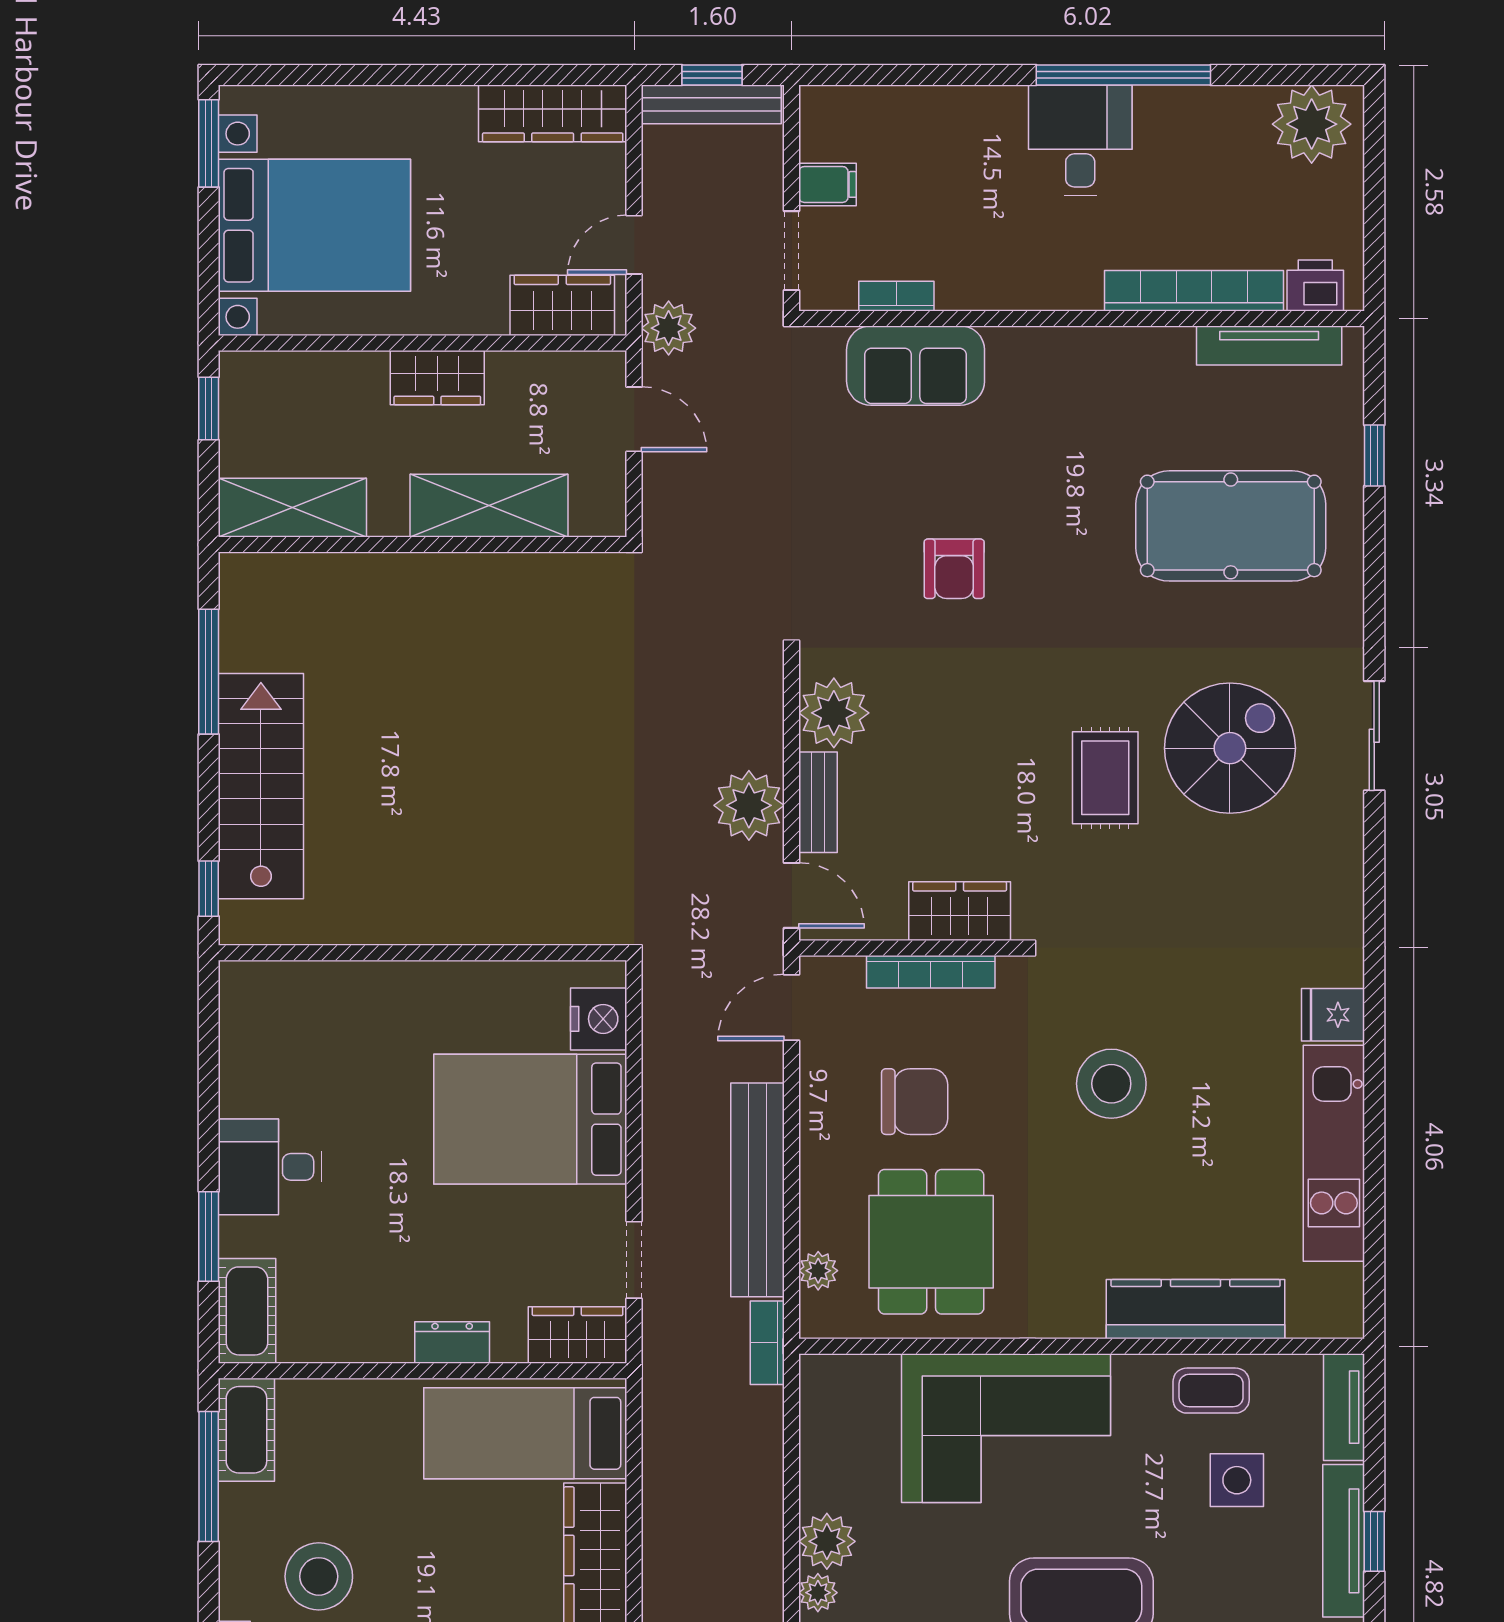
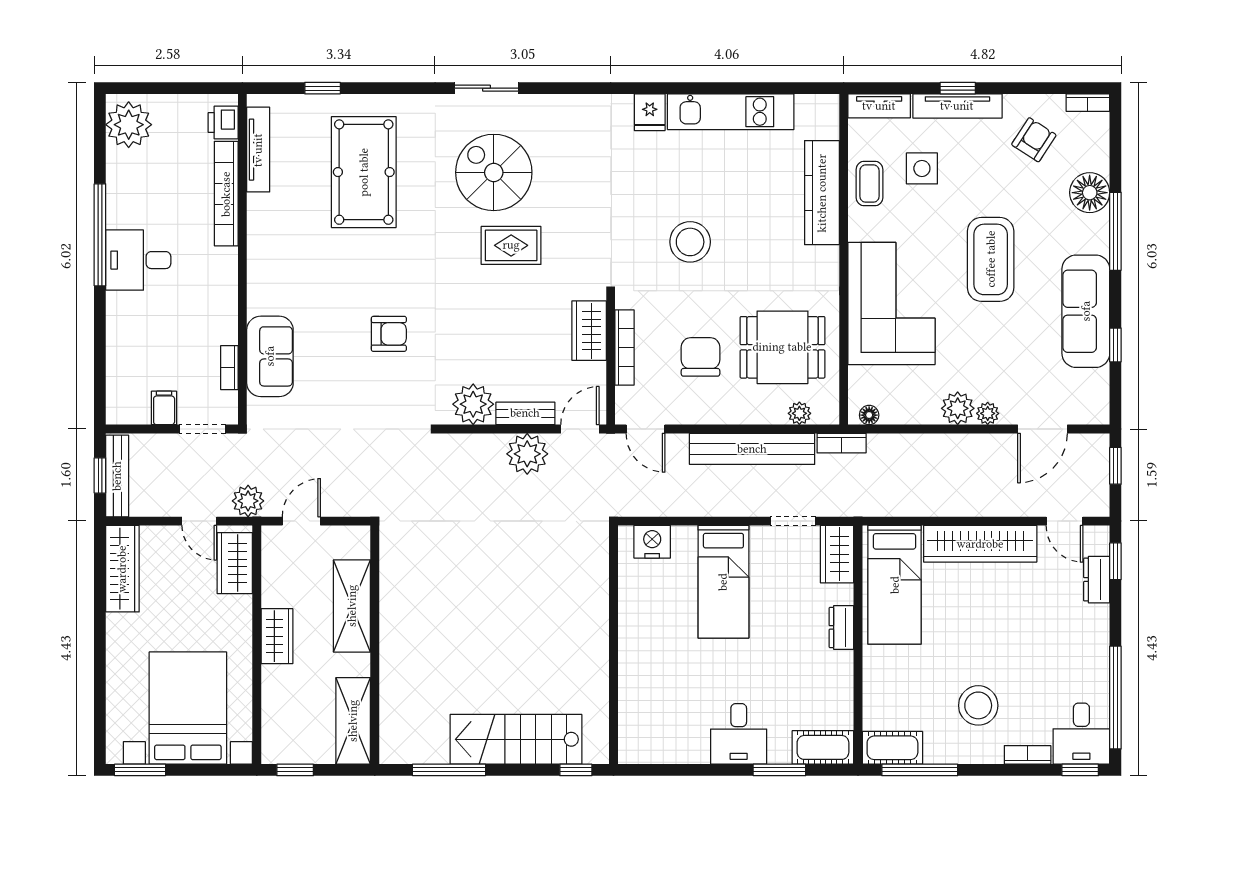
bed: (530, 1119) -> (723, 582), width x0.67
floor lamp: (815, 1390) -> (869, 415), added

